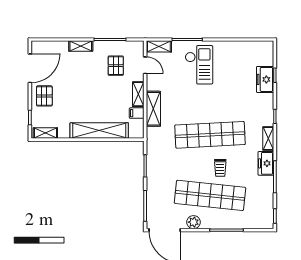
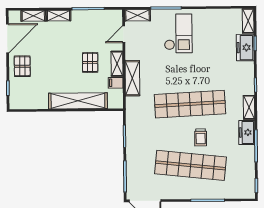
shelving: (268, 53) -> (248, 21), added
door: (145, 65) -> (124, 34), swing flipped
pallet: (116, 66) -> (90, 62), moved
shelving: (45, 133) -> (33, 16), moved
plant: (194, 222) -> (174, 192), removed

